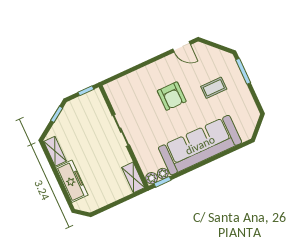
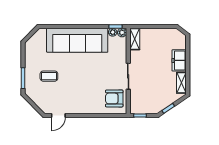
door: (182, 47) -> (58, 115), swing flipped
armchair: (172, 96) -> (114, 98), moved, turned -90
freezer: (72, 181) -> (179, 60), width x0.71

